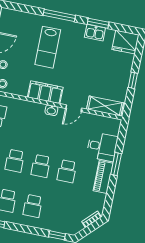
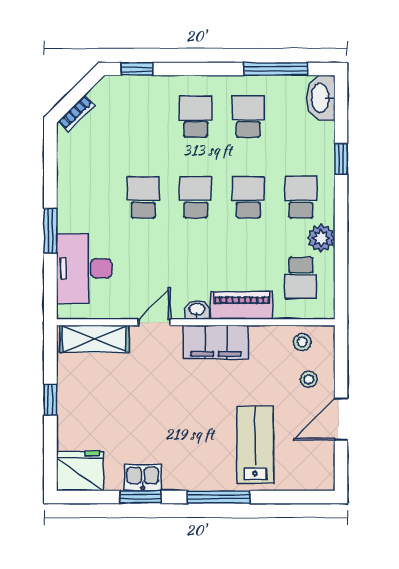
lab bench: (48, 47) -> (255, 445), moved
desk: (102, 147) -> (84, 268), width x1.37
piano: (103, 177) -> (242, 305), moved, turned -90

